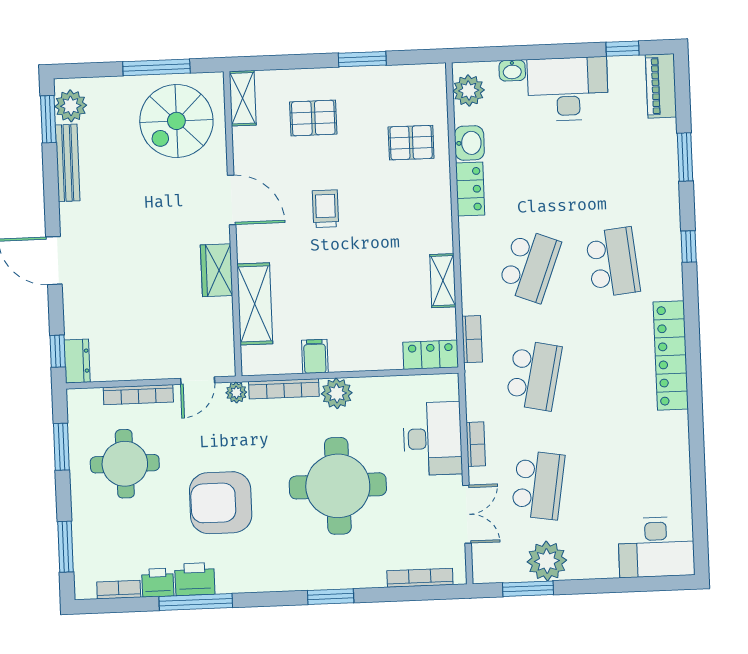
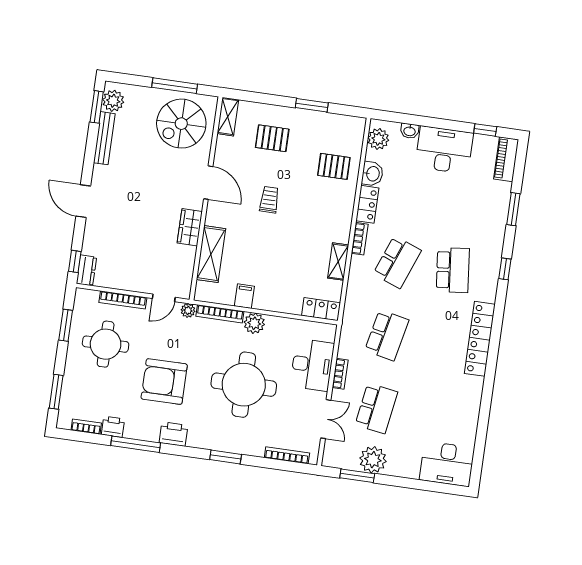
bookcase: (472, 339) -> (360, 239), moved
printer: (195, 579) -> (173, 434), moved

